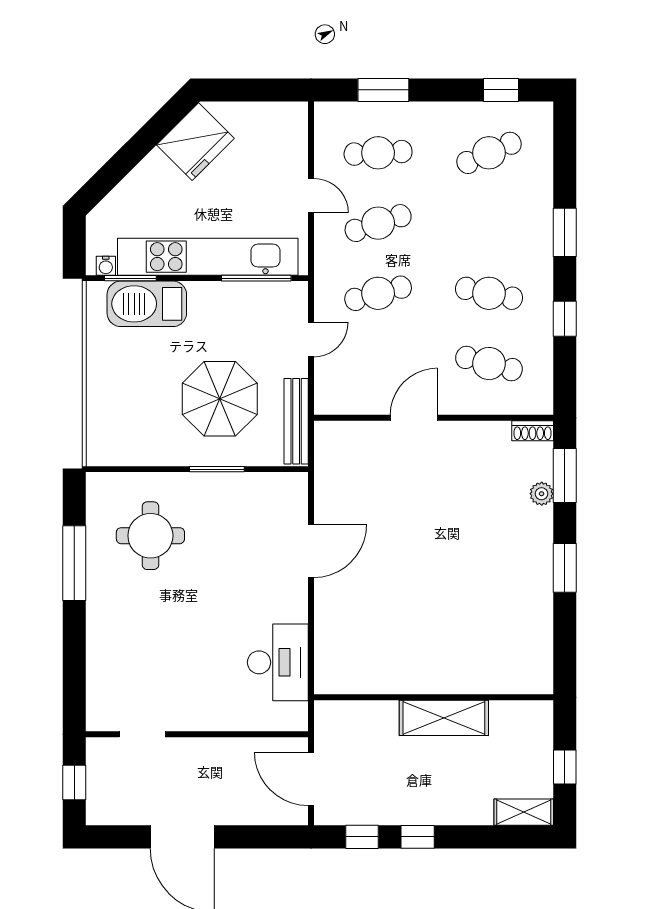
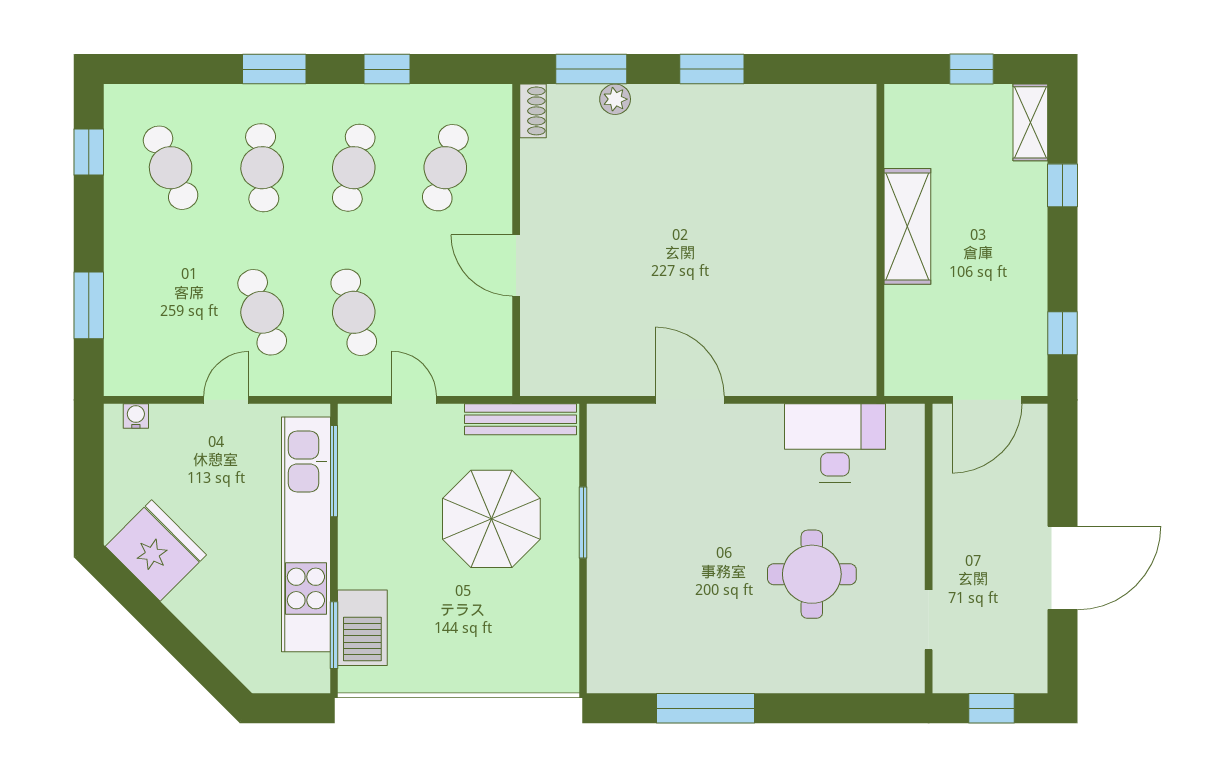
cafe table: (378, 153) -> (262, 168), moved
water cooler: (106, 266) -> (136, 416), moved, turned -90
barbecue: (147, 304) -> (362, 628), width x0.73, depth x0.83
round table: (150, 536) -> (812, 574), moved
window: (418, 837) -> (1063, 185), moved

